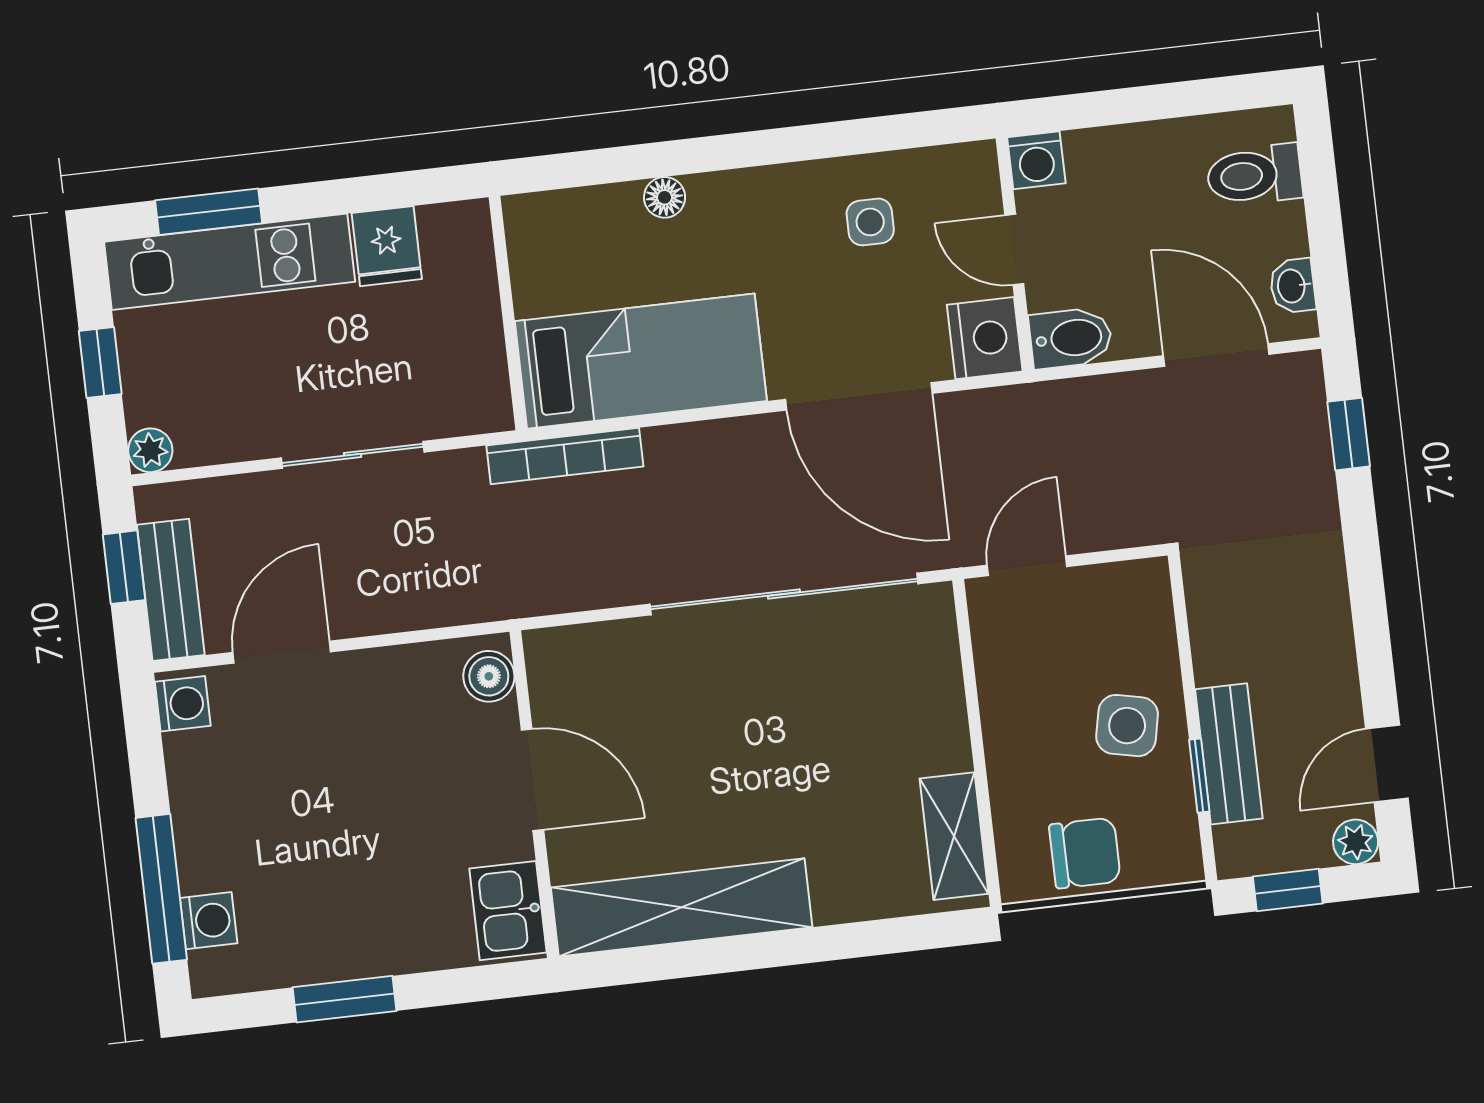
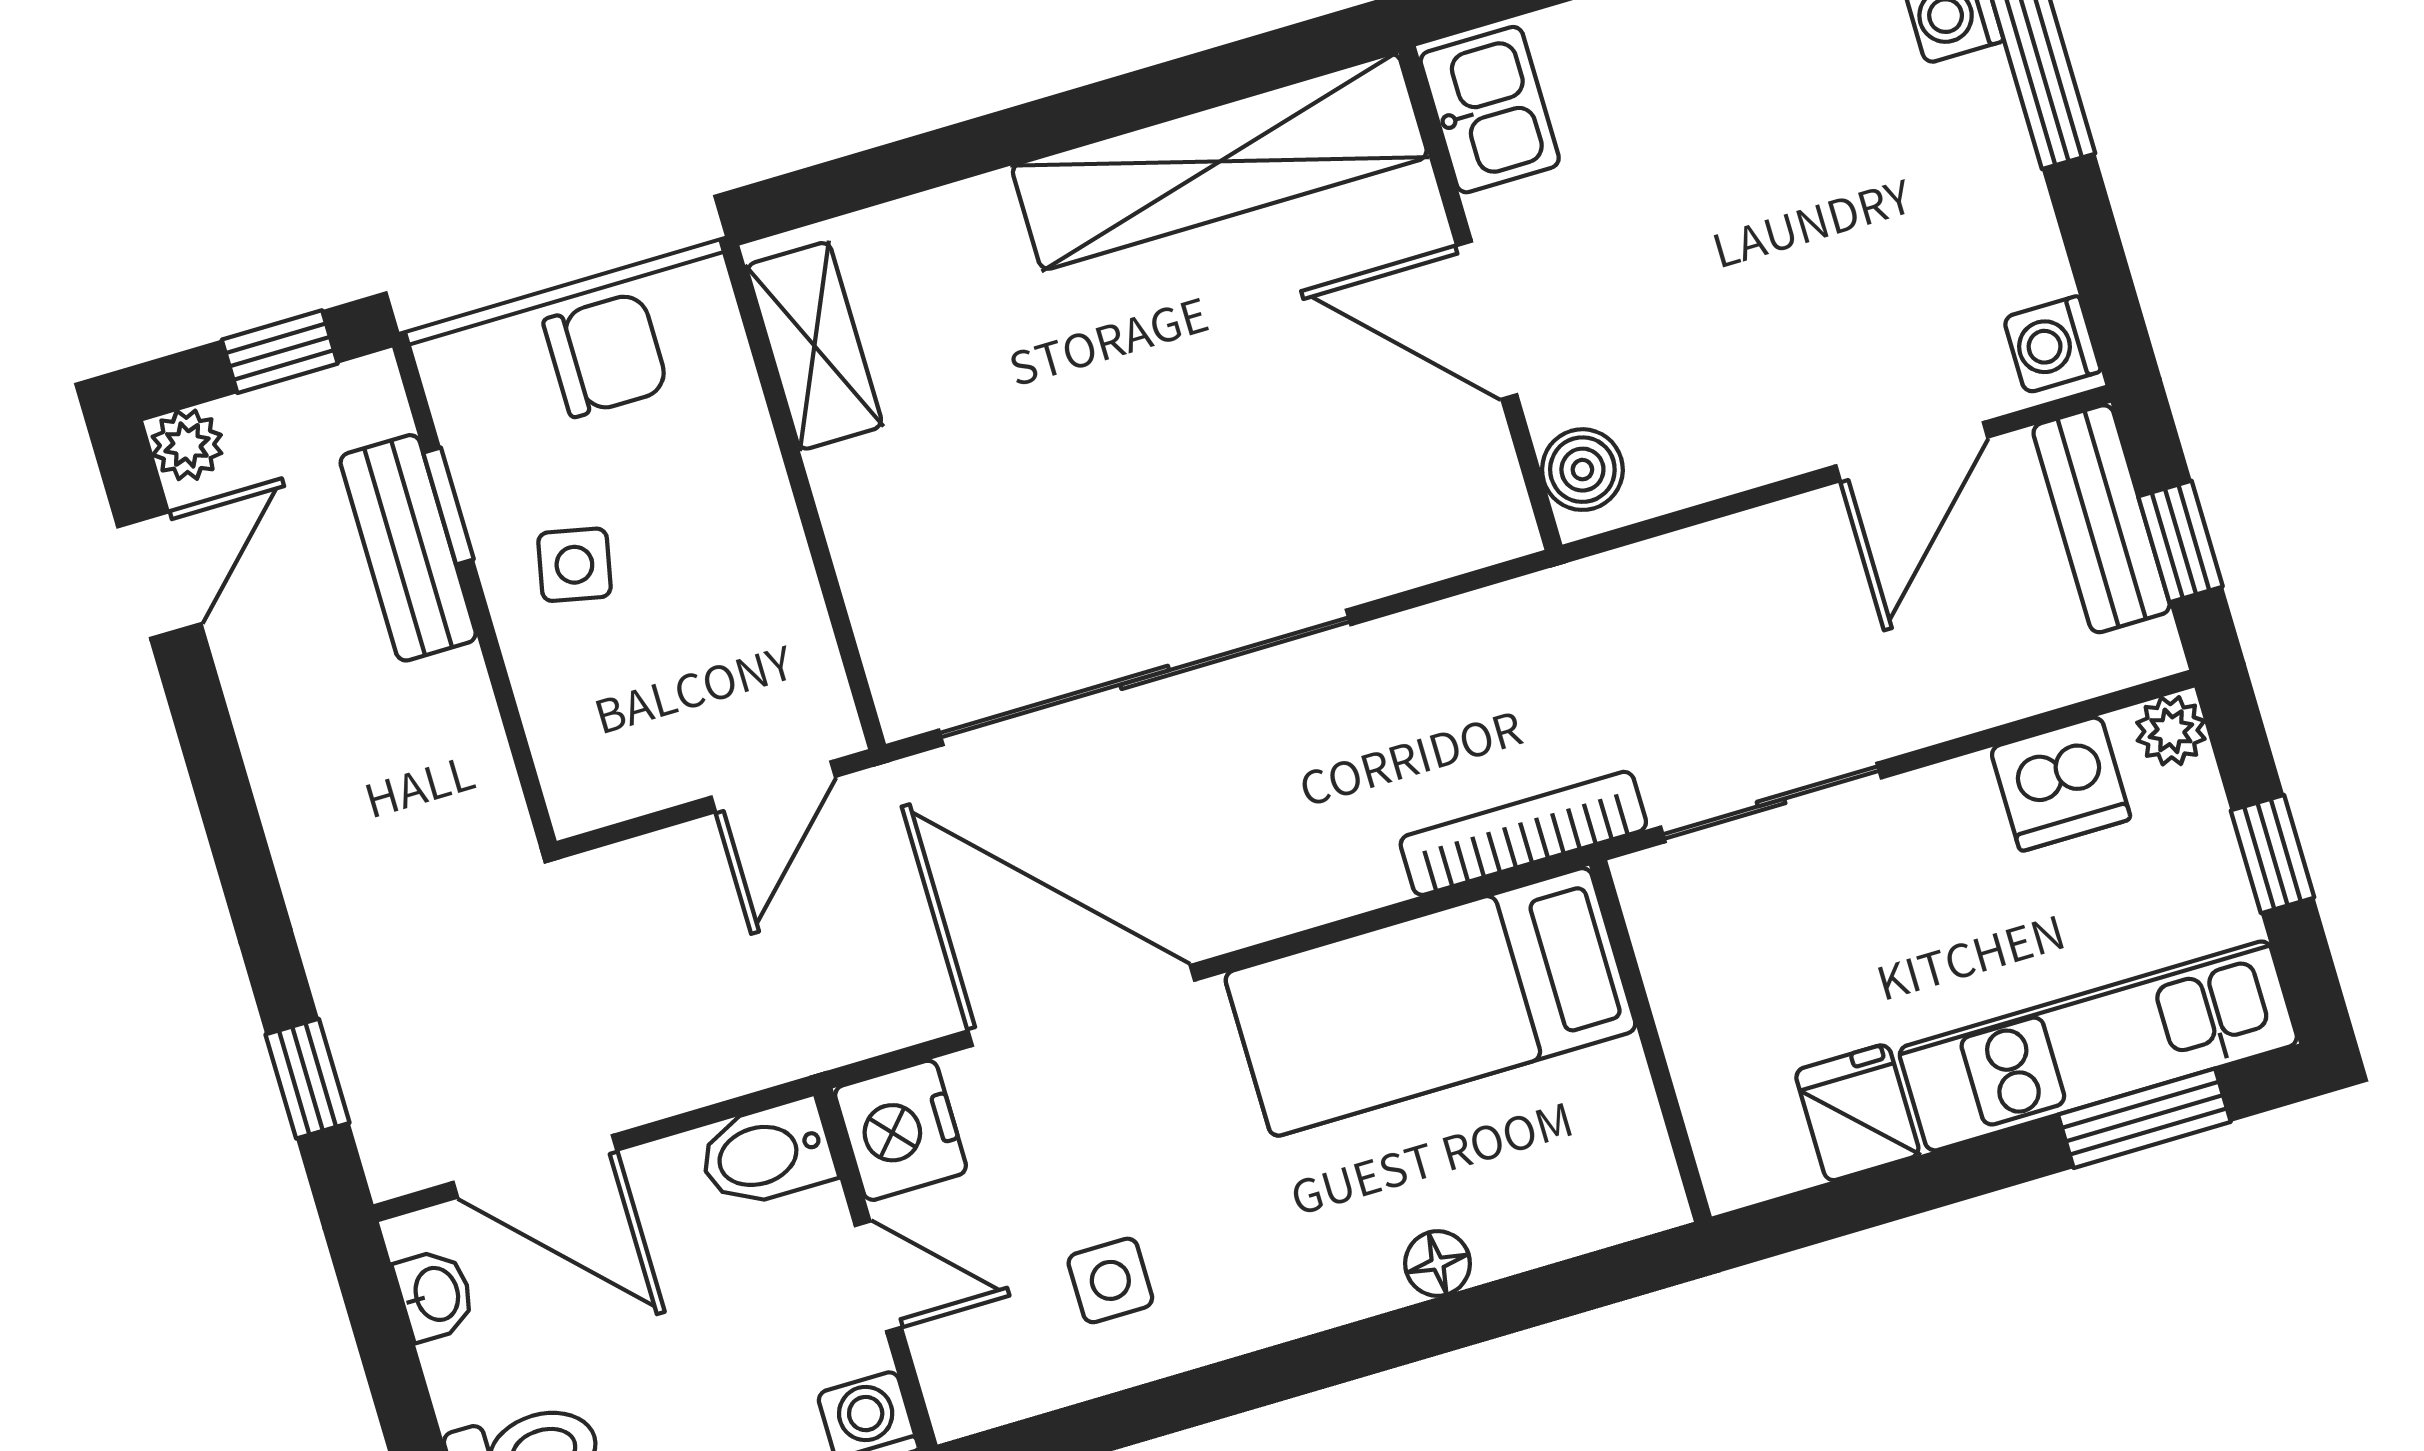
dishwasher: (225, 429) -> (2060, 784), added
sliding door: (353, 455) -> (1771, 803), moved
side table: (1127, 726) -> (574, 565), width x0.73, depth x0.73
chair: (1085, 853) -> (606, 355), turned 180

